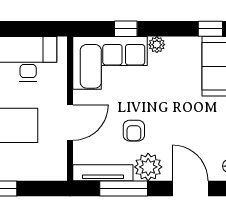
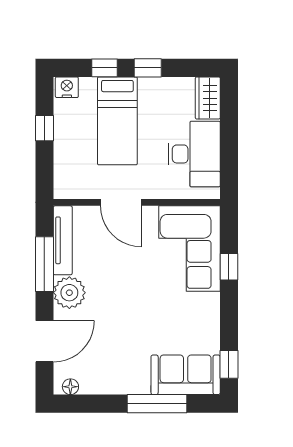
plant: (157, 45) -> (211, 303), removed
armchair: (134, 131) -> (111, 276), removed

